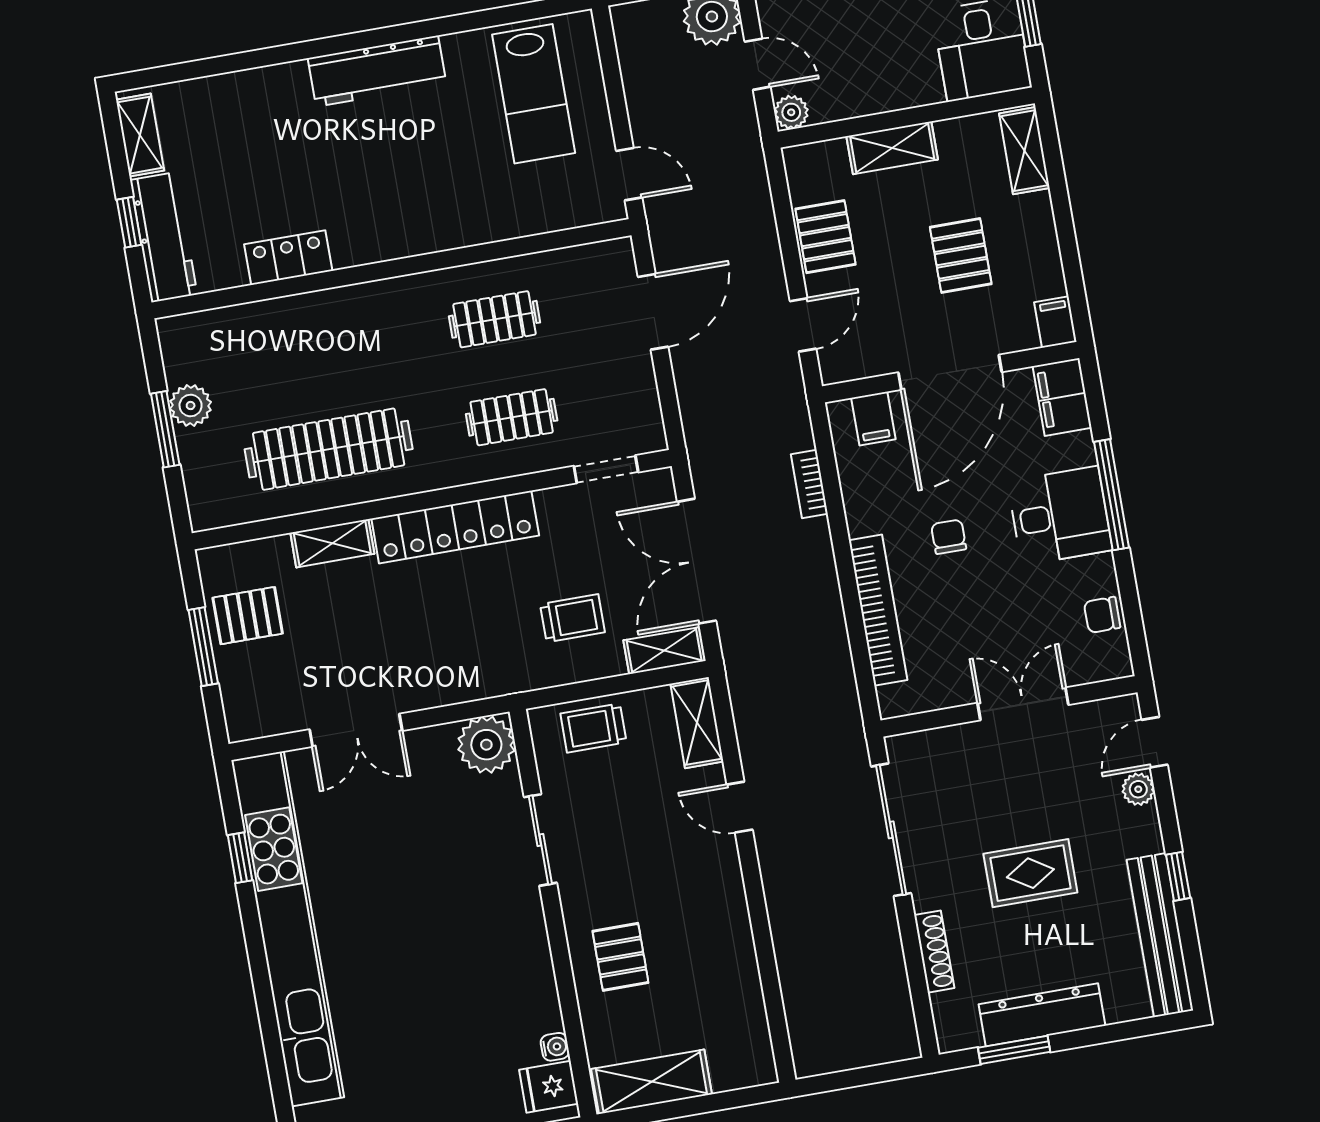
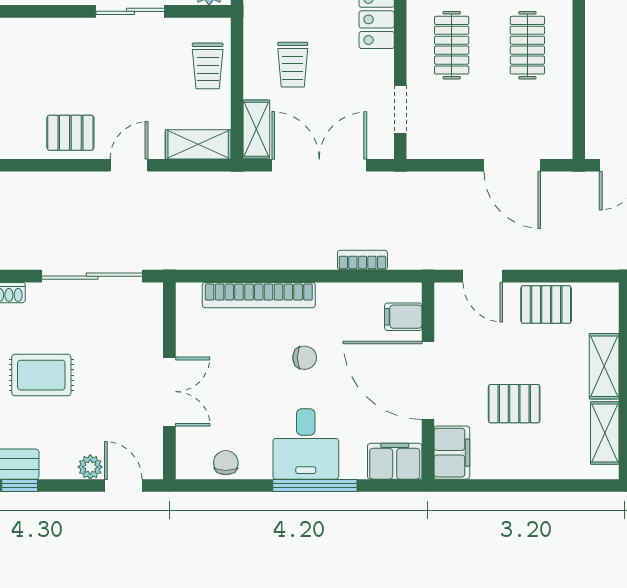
shelving: (1024, 151) -> (605, 433), moved, turned 90
filing cabinet: (1055, 322) -> (452, 453), width x2.00
trolley: (593, 728) -> (208, 66), turned 180
rug: (1030, 873) -> (41, 375), turned 90
pallet: (620, 957) -> (70, 133), moved

